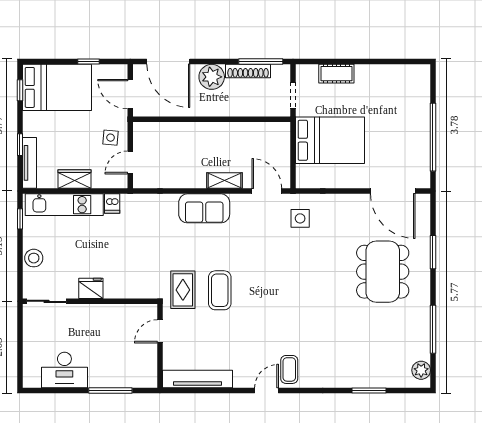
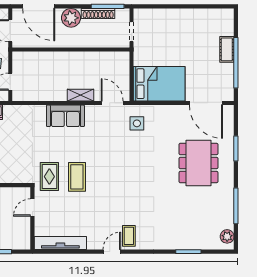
cot: (336, 74) -> (227, 49), moved, turned 90
bed: (330, 140) -> (159, 84), moved

